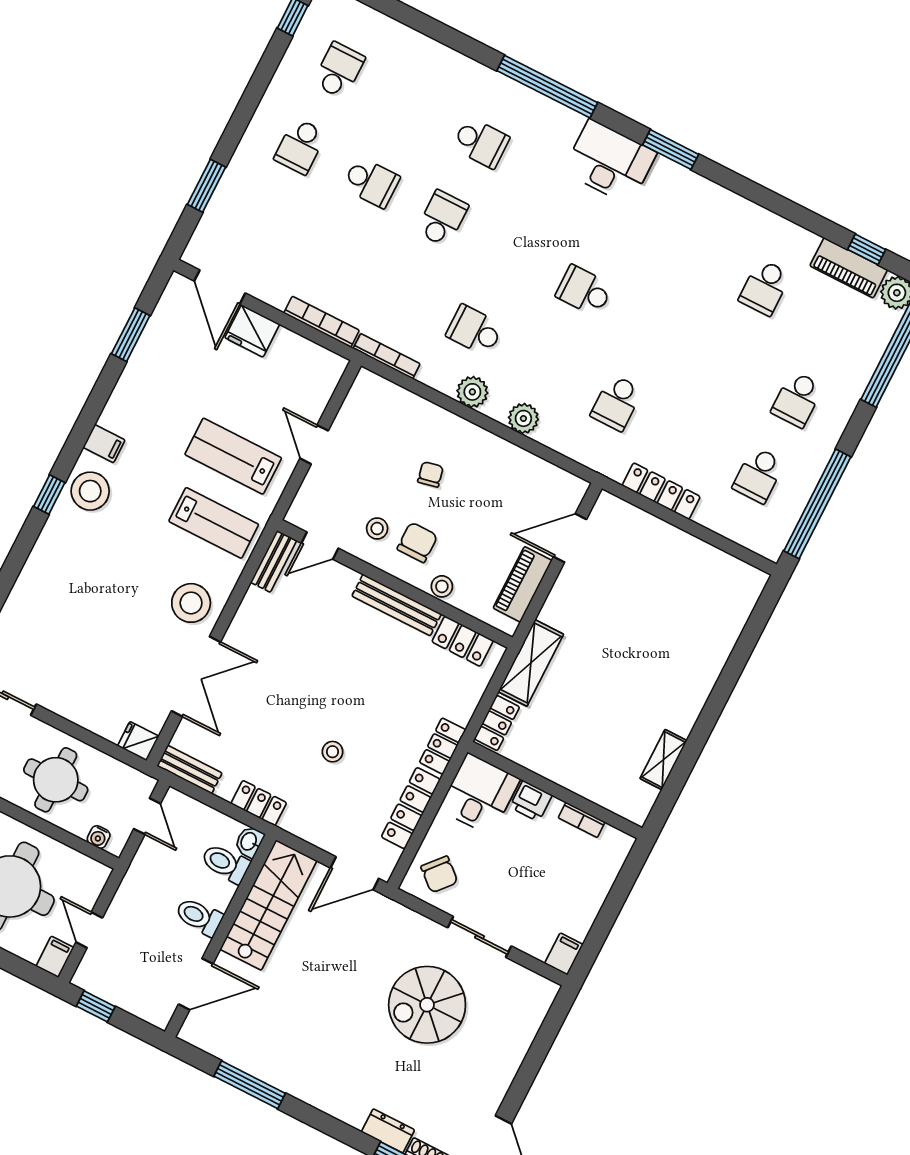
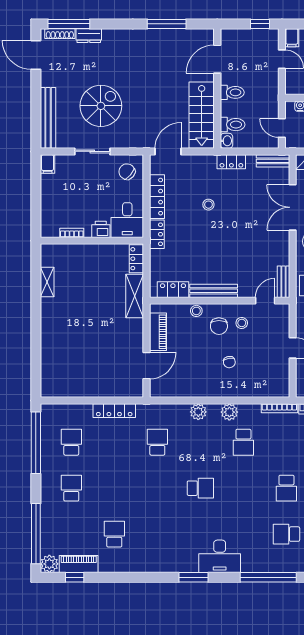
school desk: (475, 330) -> (243, 442), turned 90
bench: (524, 1029) -> (48, 118), added

